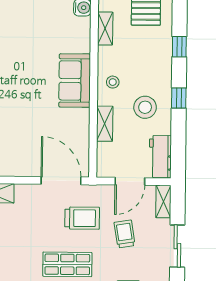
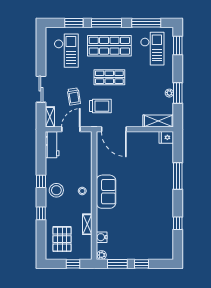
stool: (145, 107) -> (56, 190), moved
shelving: (105, 124) -> (87, 165), removed
trolley: (82, 218) -> (100, 106), turned 180

